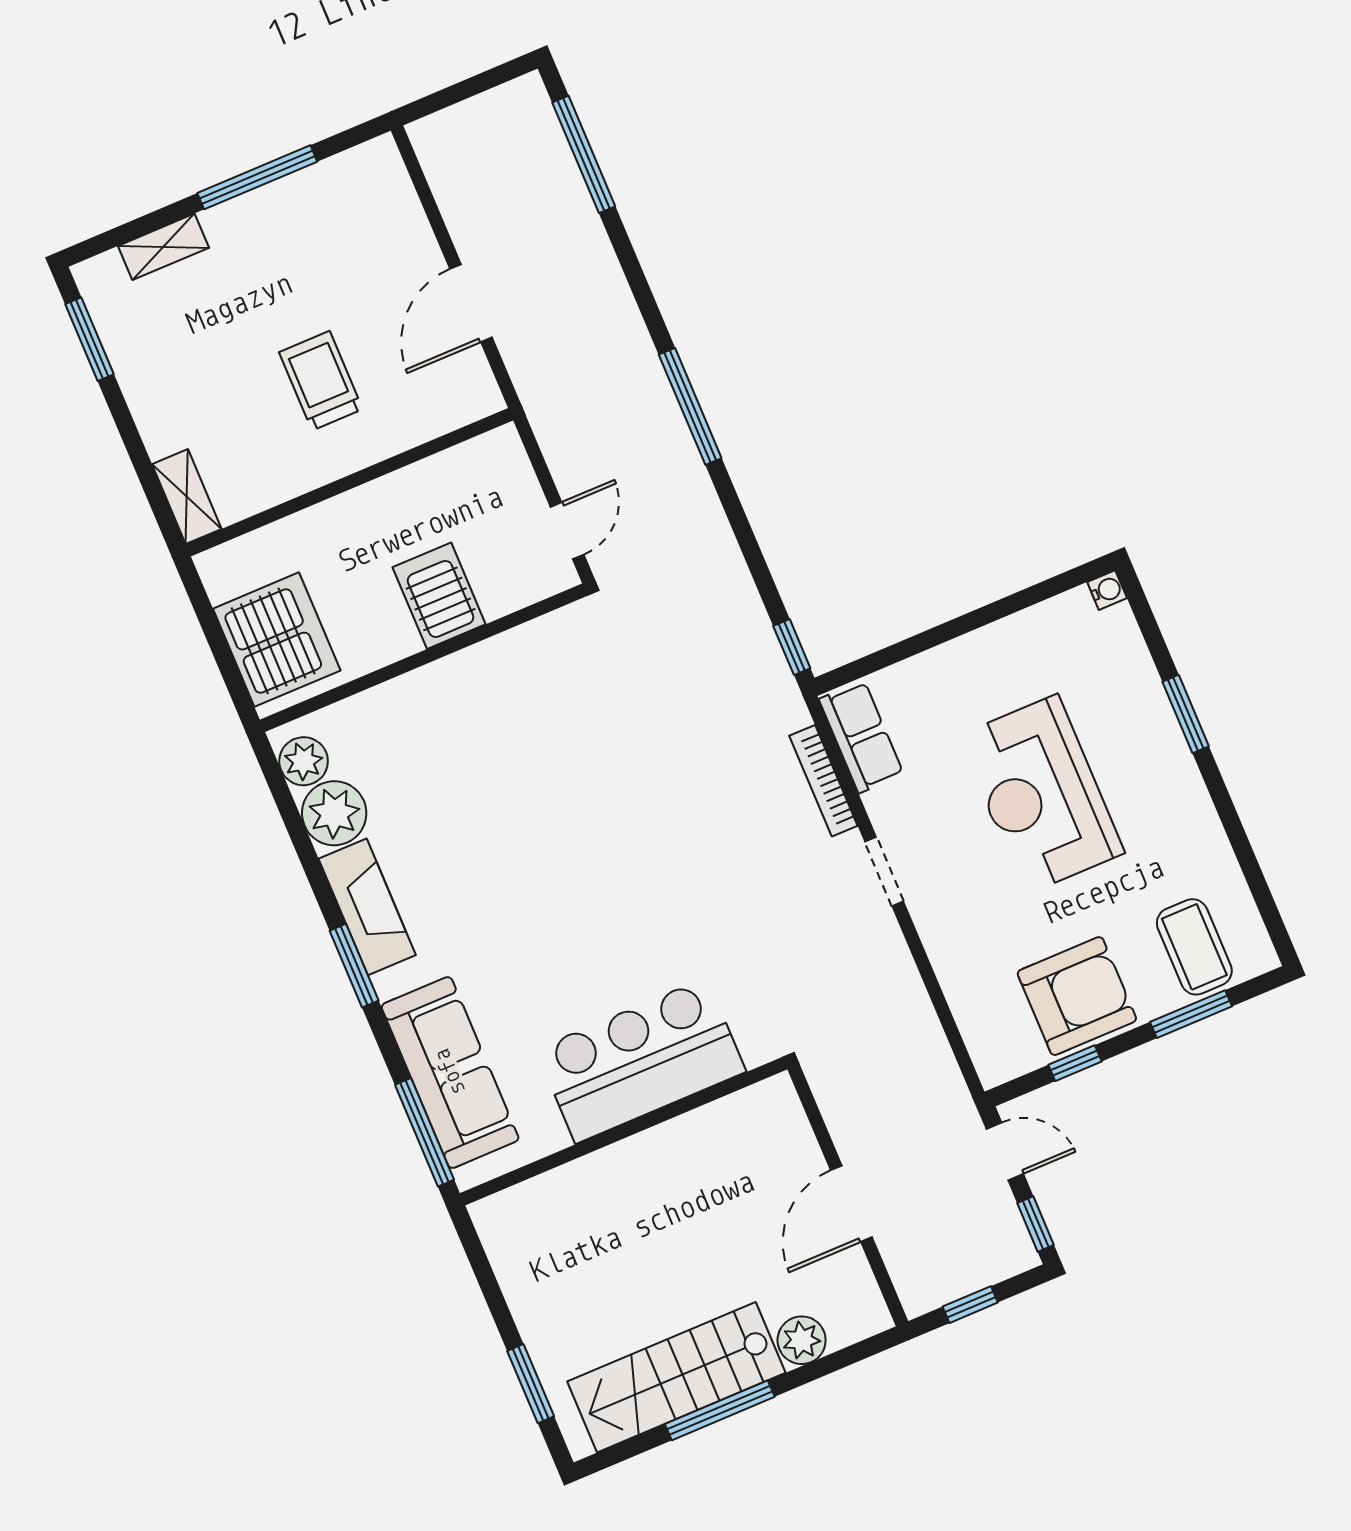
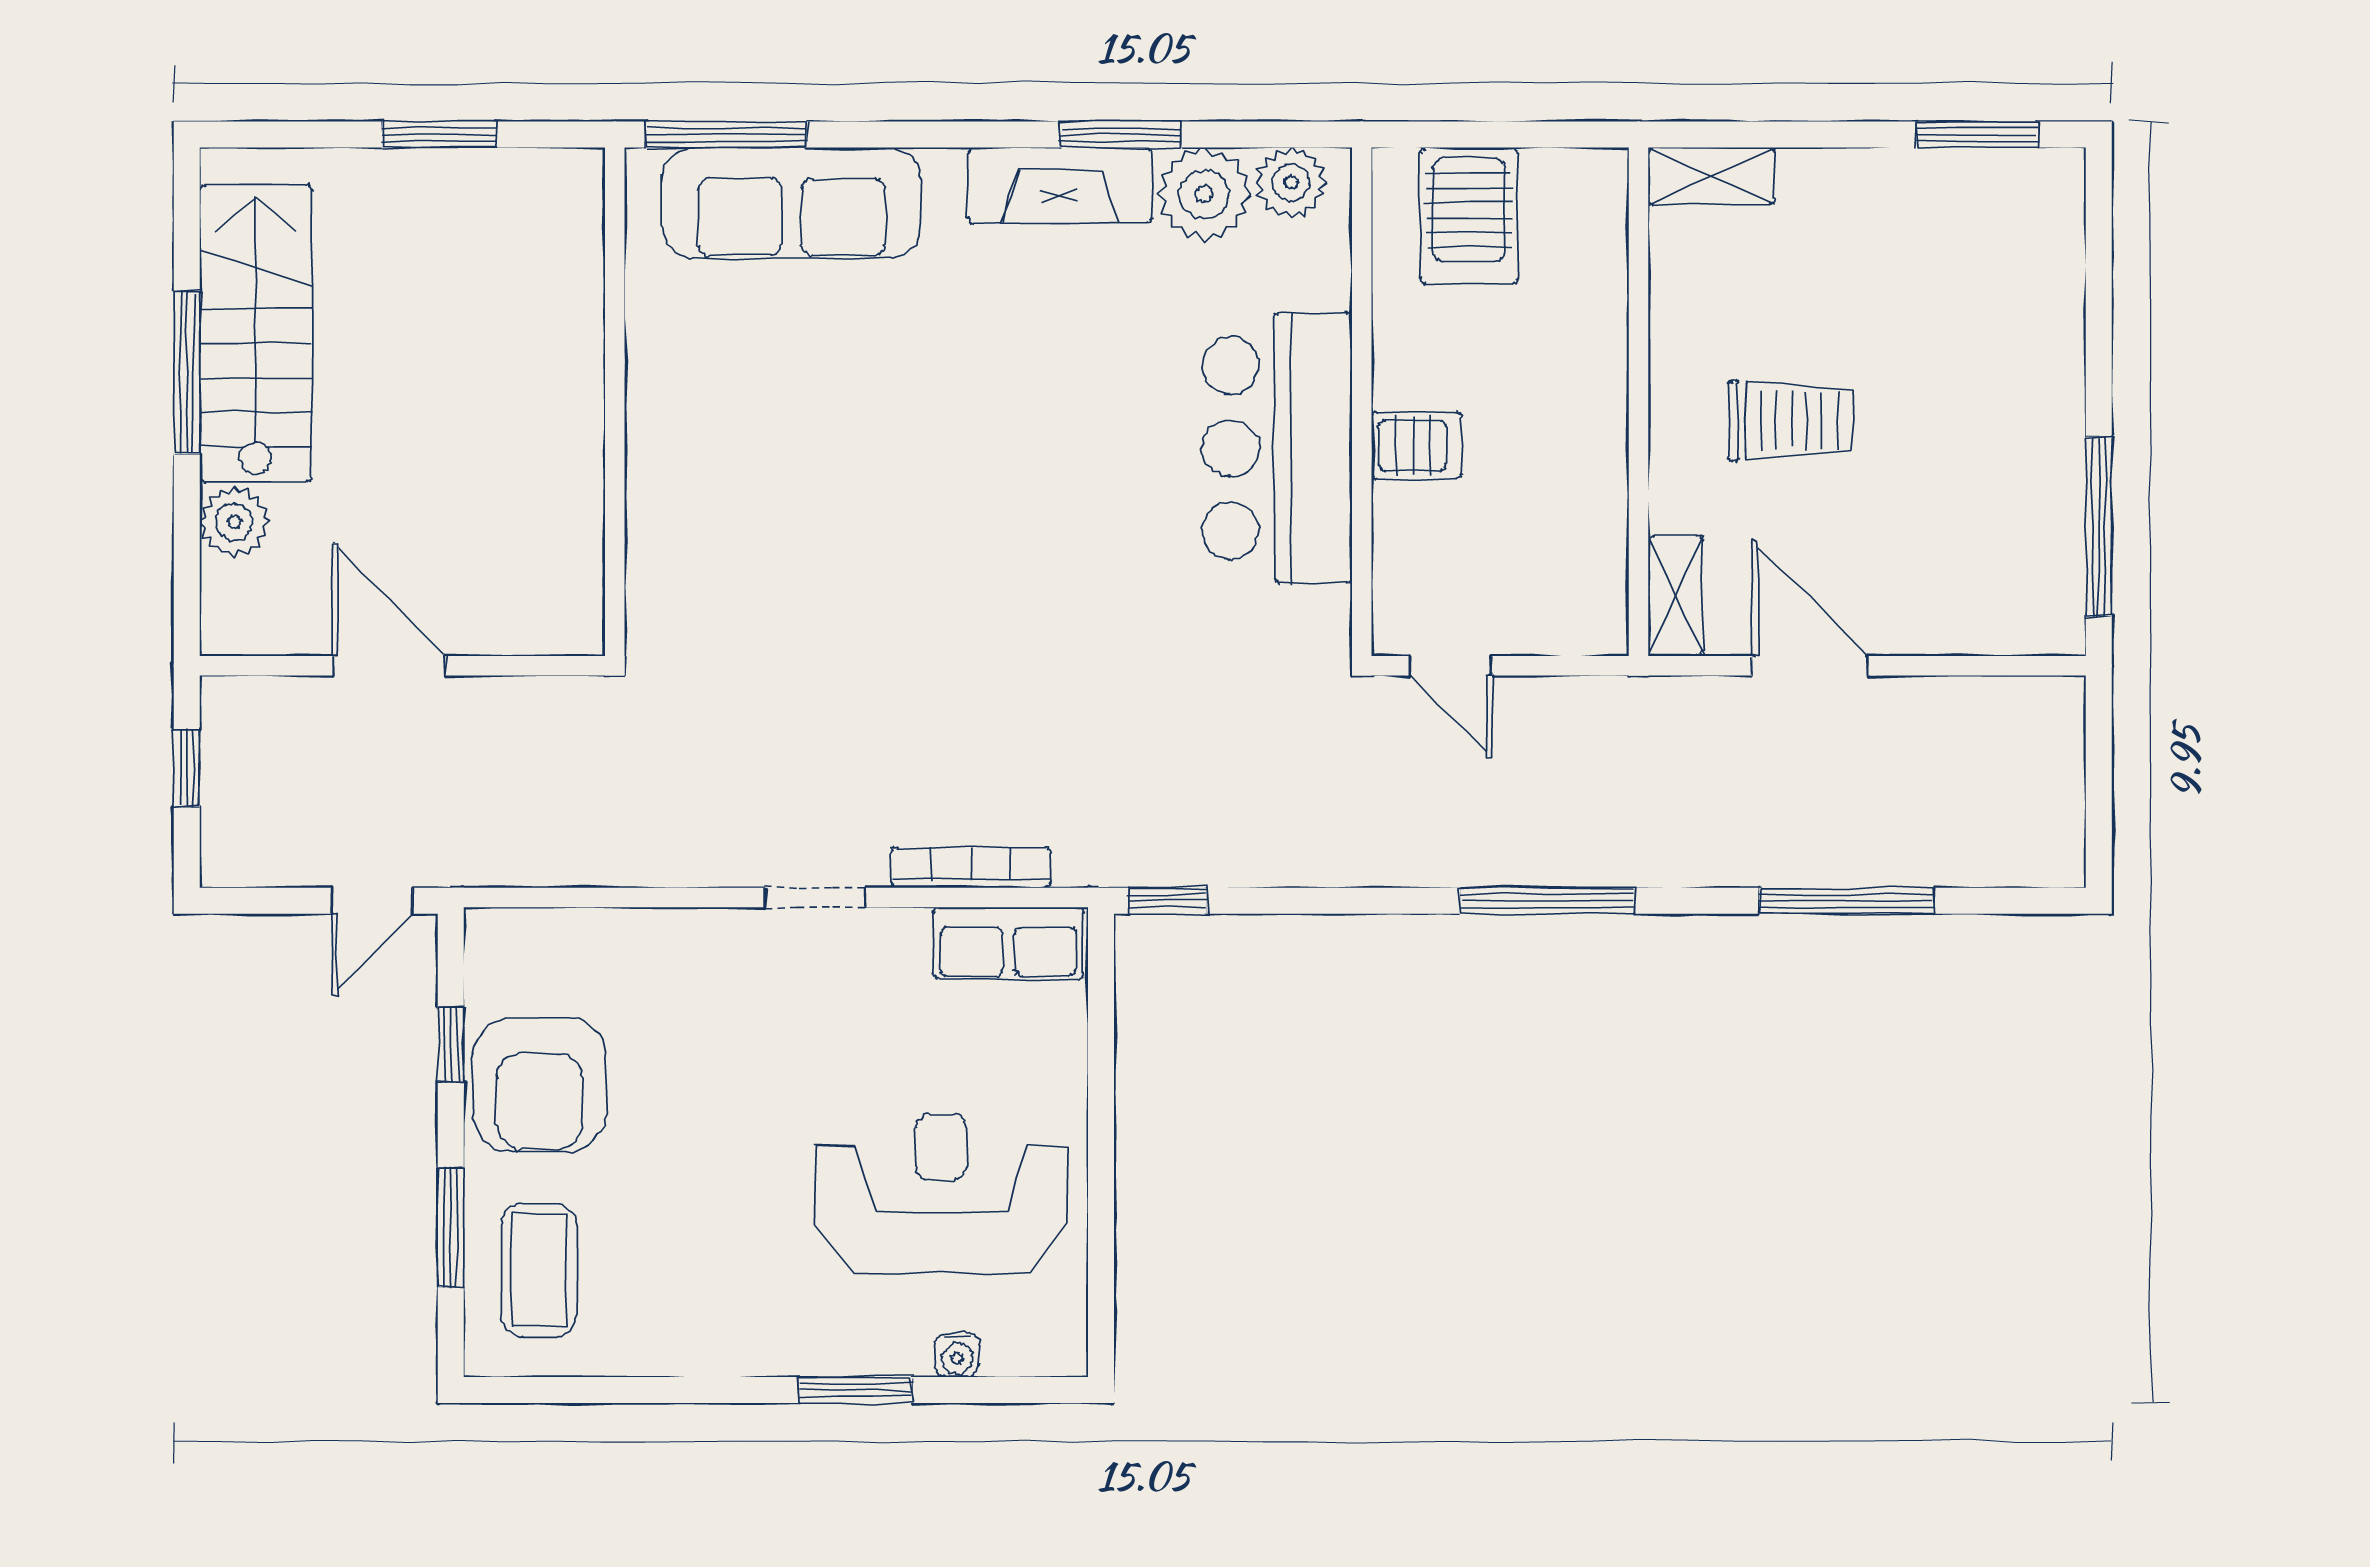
window: (584, 154) -> (1847, 901), moved
window: (257, 177) -> (2099, 526), moved
shelving: (163, 247) -> (1675, 596), moved
water cooler: (1107, 590) -> (957, 1355), moved
server rack: (439, 596) -> (1416, 445), width x0.73, depth x0.70
server rack: (277, 640) -> (1469, 215), width x0.62
reception desk: (1041, 794) -> (941, 1193), moved
coffee table: (1194, 947) -> (539, 1270), turned 90
window: (354, 966) -> (1121, 135), moved
bar counter: (641, 1061) -> (1277, 448), moved, turned 180
window: (1036, 1224) -> (258, 901), removed
window: (531, 1384) -> (439, 135), moved

